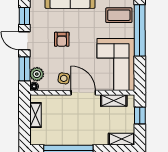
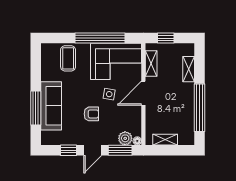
window: (140, 30) -> (100, 38), moved
side table: (64, 78) -> (109, 94), moved
shelving: (121, 139) -> (189, 69), moved

